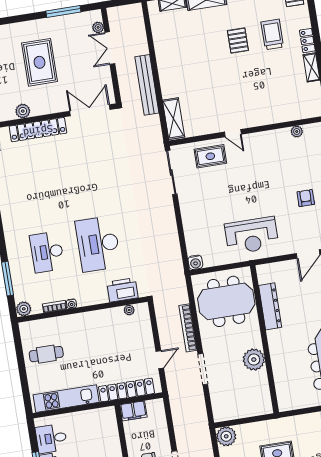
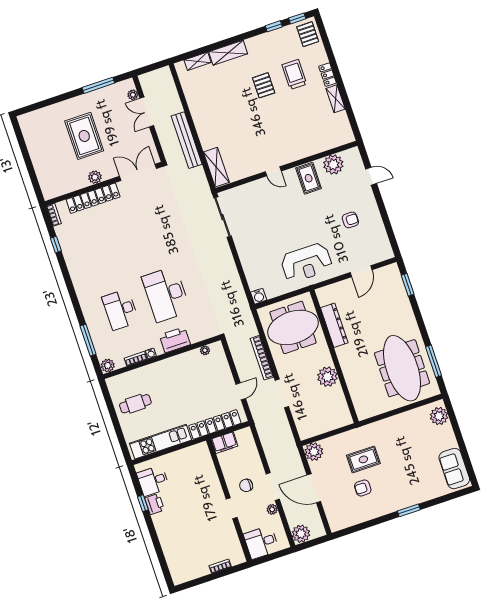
plant: (23, 111) -> (95, 177), moved
plant: (297, 131) -> (333, 164), width x1.87, depth x1.87
rug: (210, 156) -> (309, 178), moved, turned 90
armchair: (306, 198) -> (350, 220), turned 90
printer: (122, 290) -> (175, 340), moved

